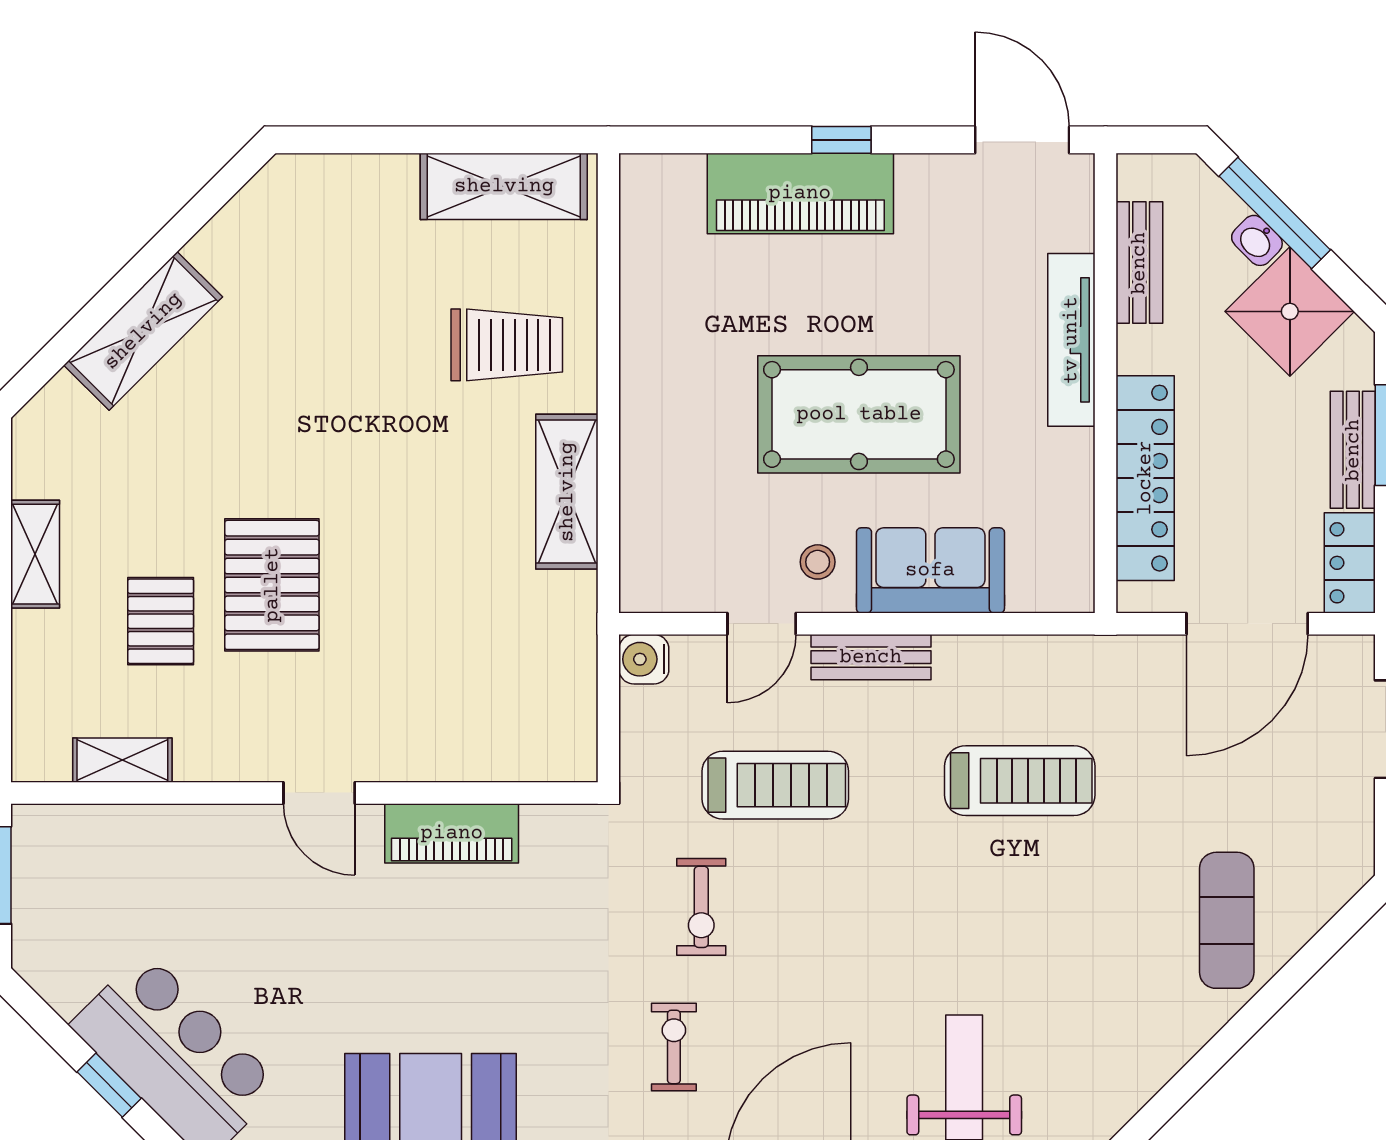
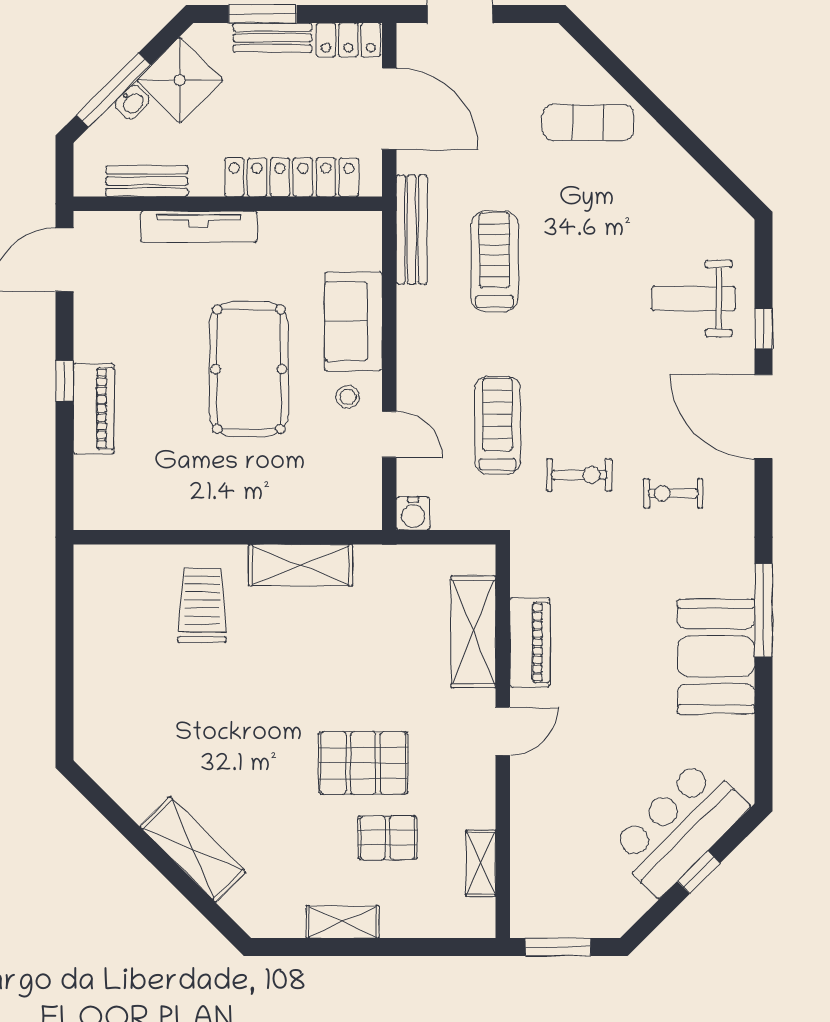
shelving: (504, 186) -> (473, 632), moved
piano: (800, 193) -> (94, 408), width x0.73, depth x0.75
bench: (871, 657) -> (412, 230), moved, width x1.36

